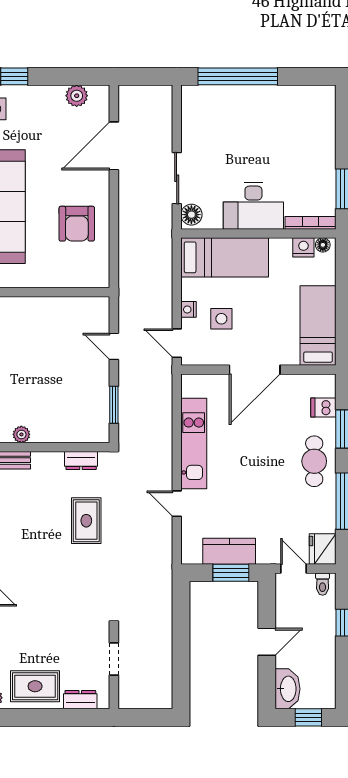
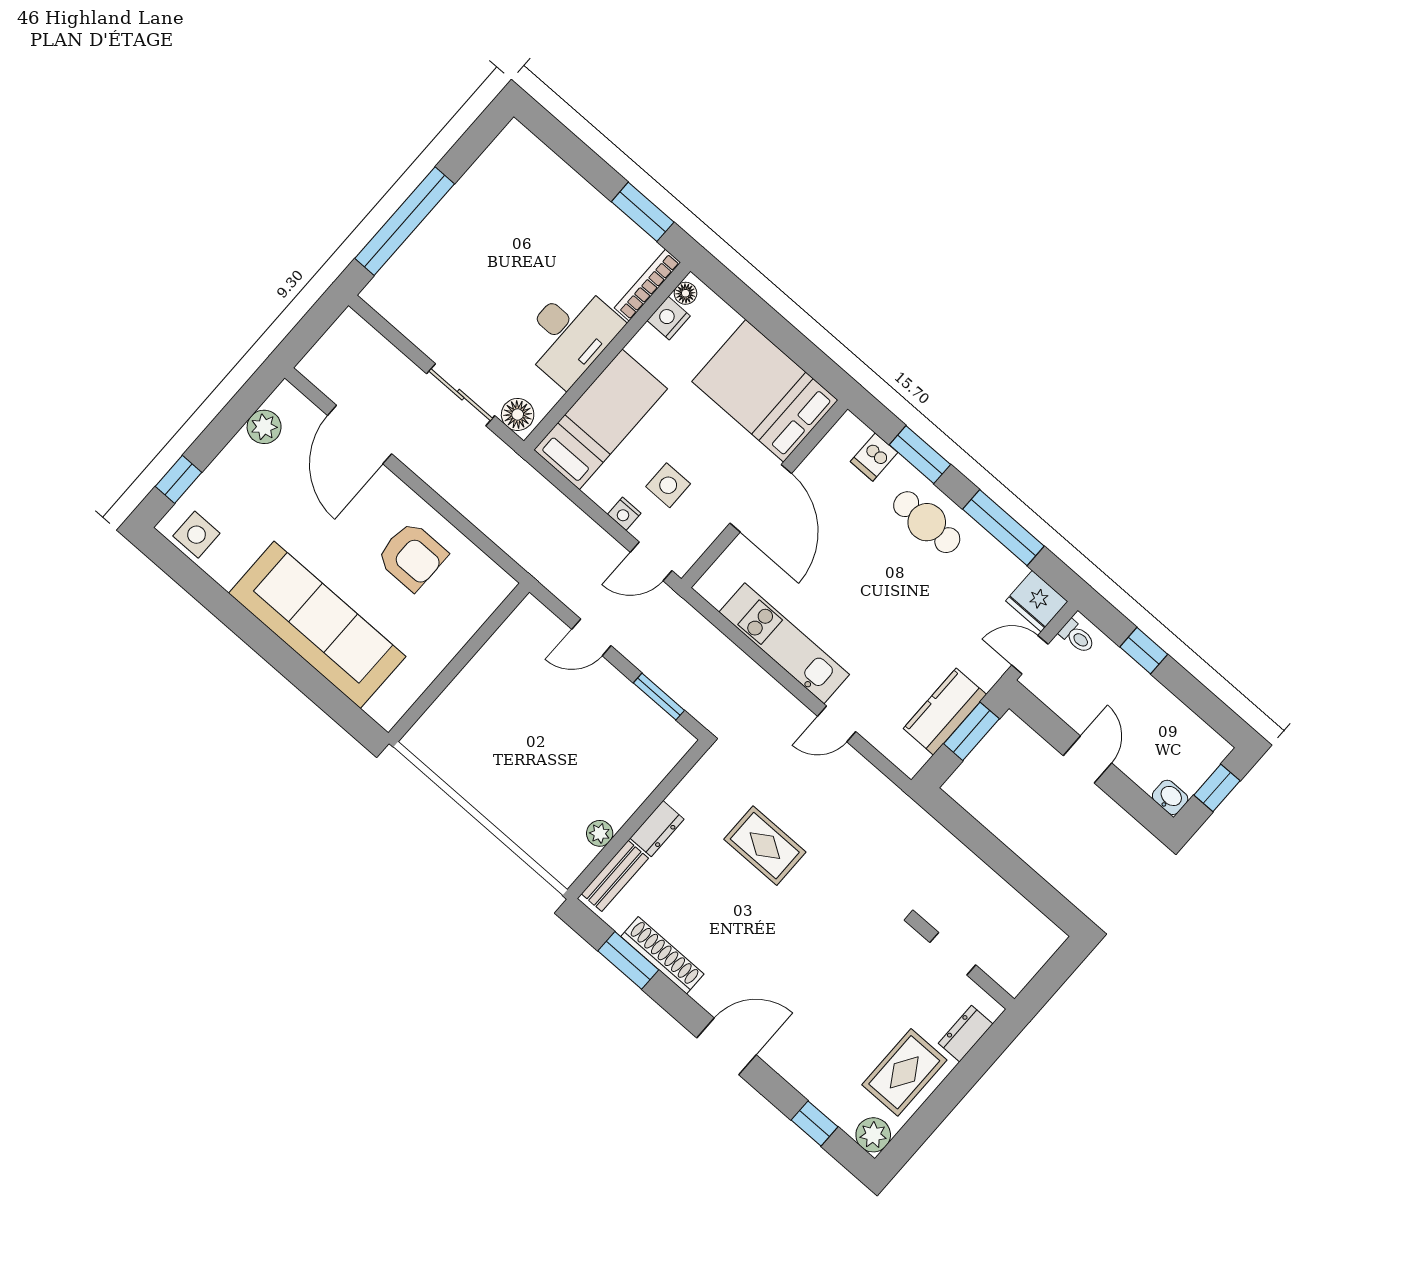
bed: (318, 326) -> (765, 391), width x1.50
dresser: (81, 461) -> (657, 829), moved
washbasin: (288, 689) -> (1170, 797), width x0.52, depth x0.69

